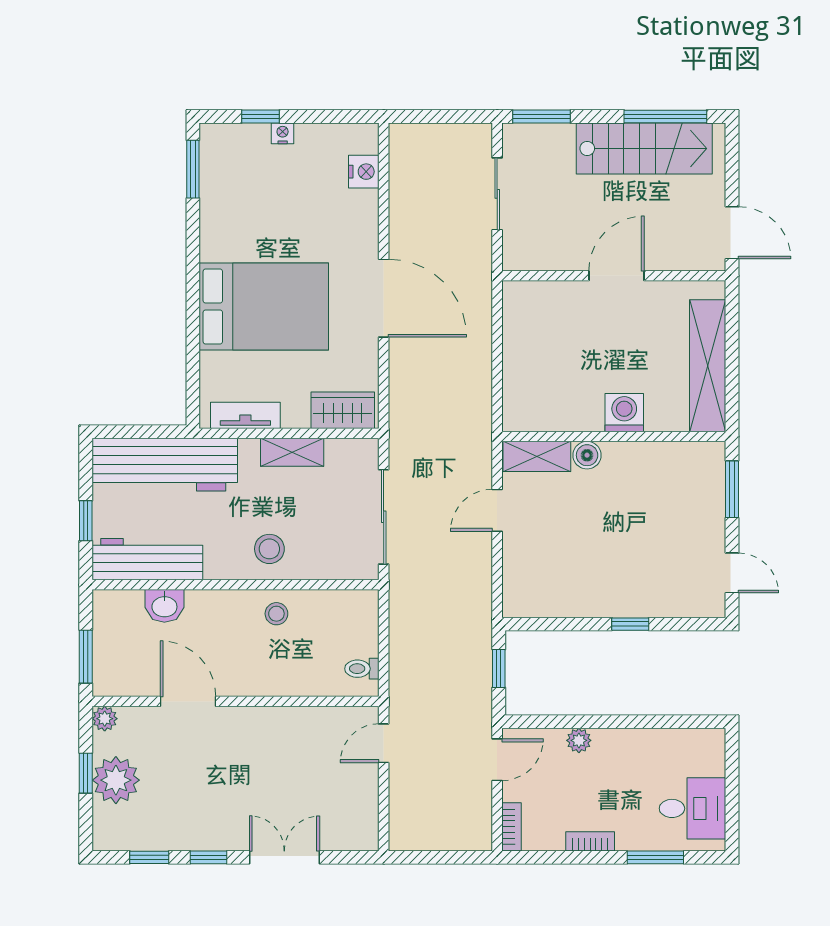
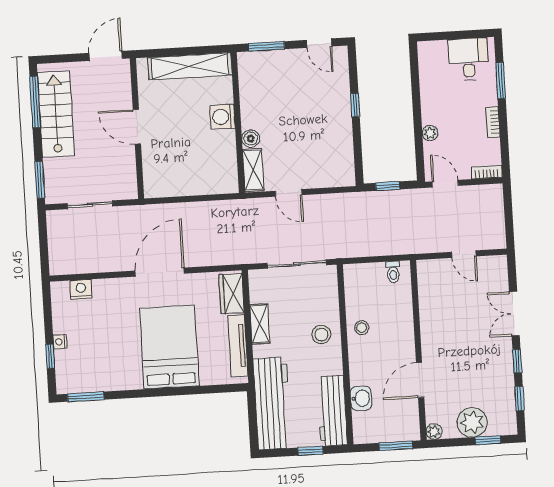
tv unit: (245, 415) -> (238, 346), width x1.41
door: (732, 573) -> (319, 43), swing flipped
door: (384, 743) -> (464, 254), moved
window: (86, 773) -> (488, 440), moved

